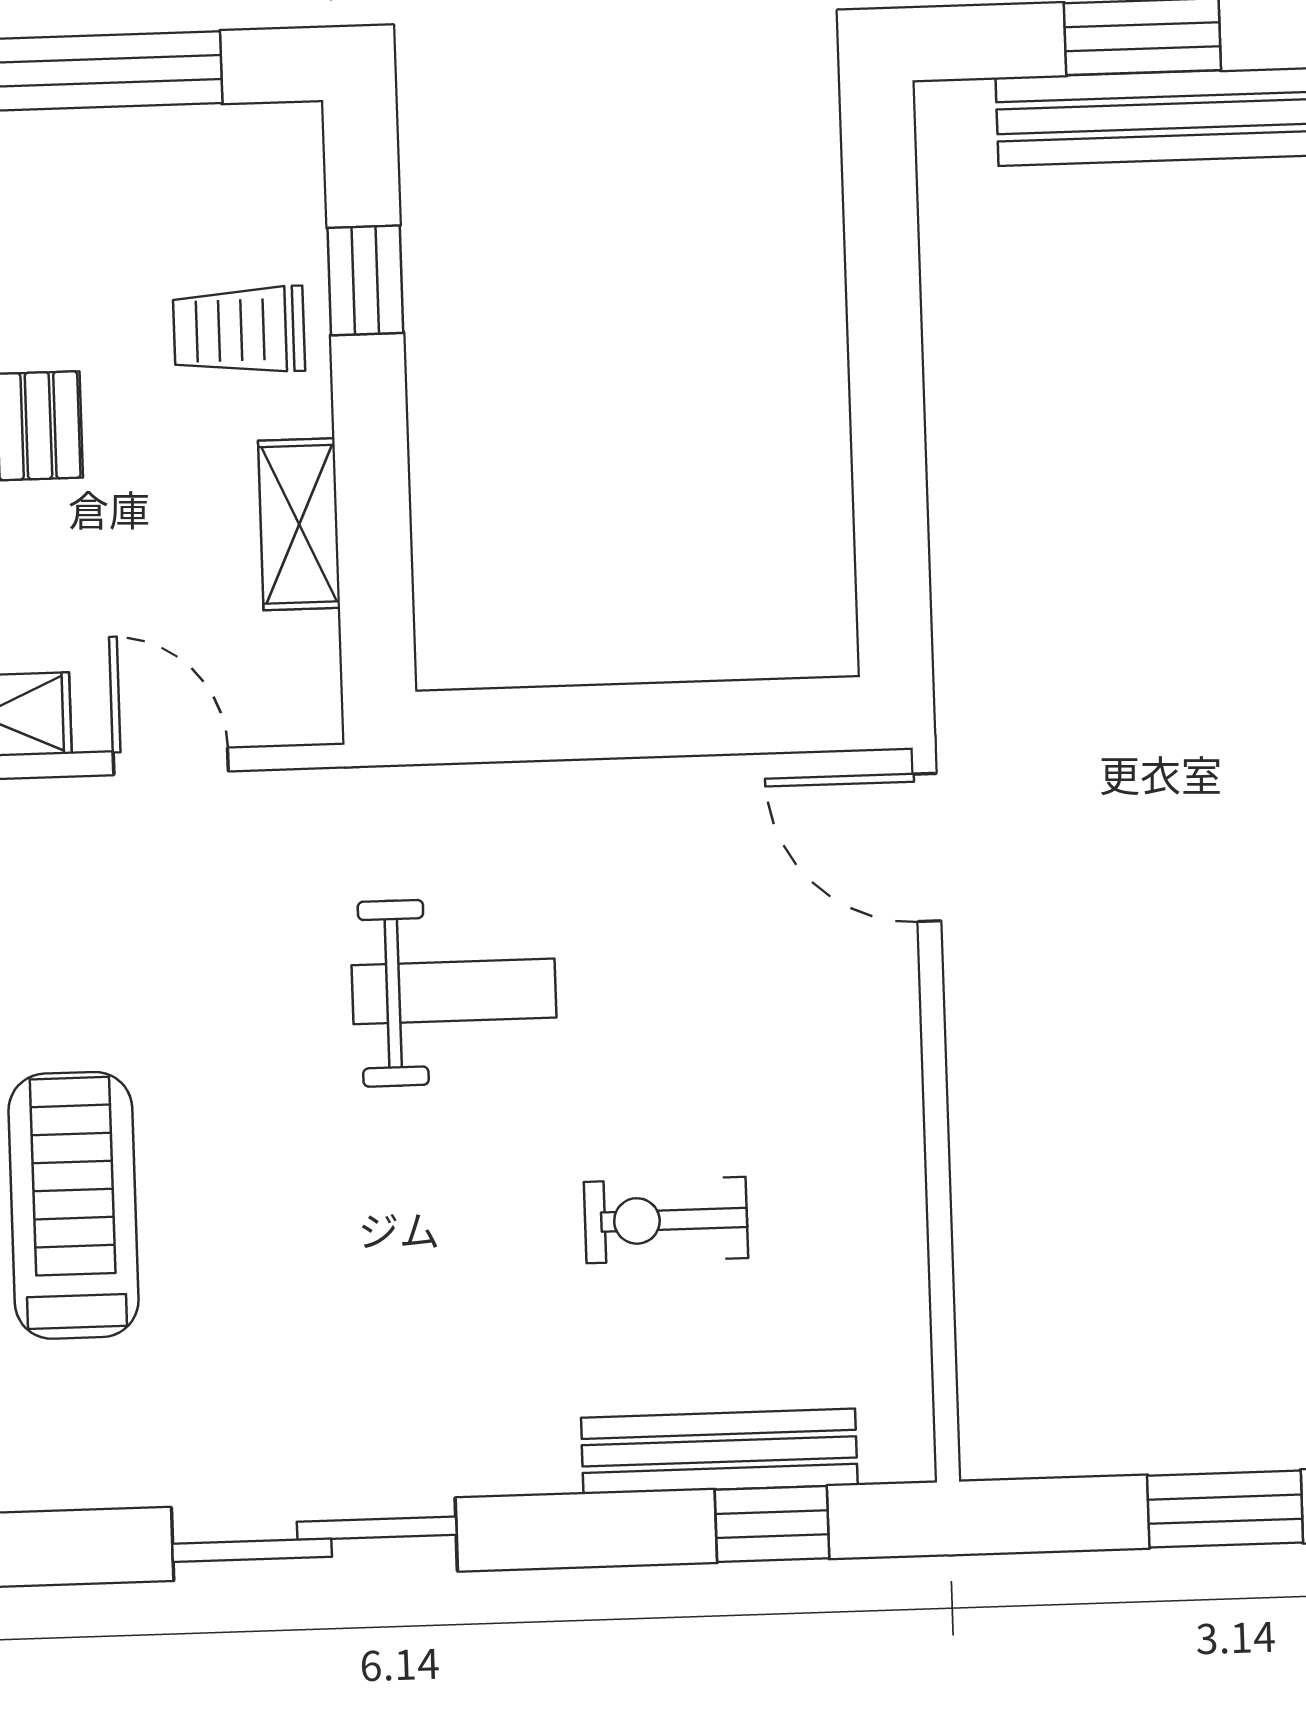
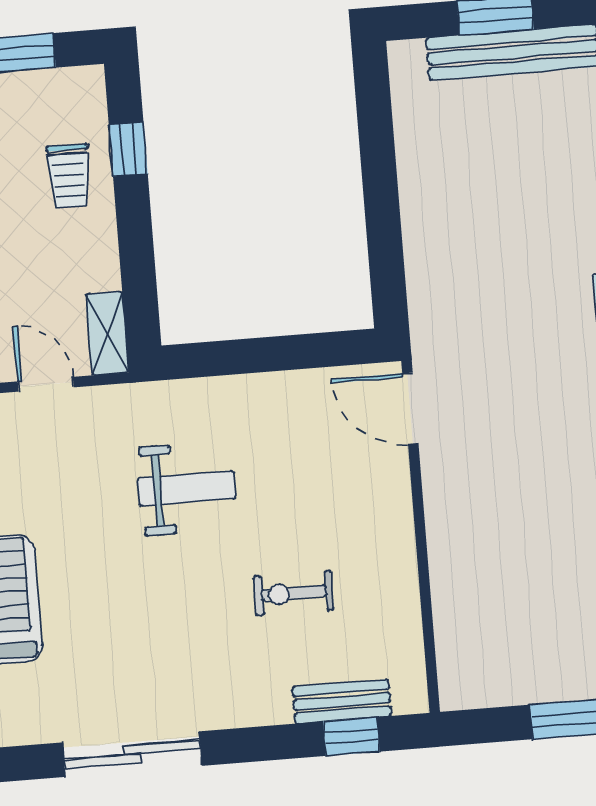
trolley: (239, 330) -> (69, 176), turned -90
shelving: (299, 524) -> (107, 333), moved
bench: (719, 1451) -> (342, 701), width x0.73

